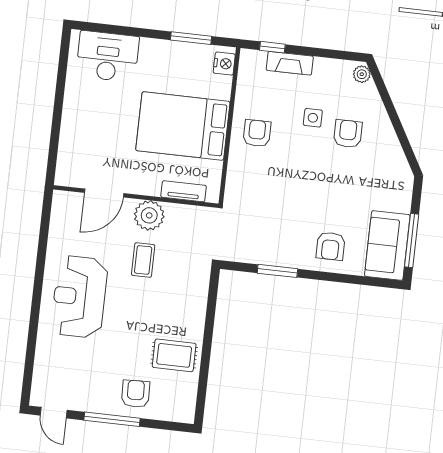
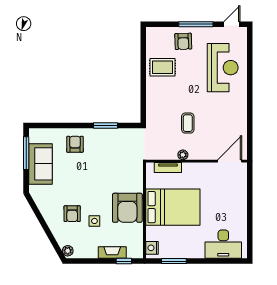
armchair: (257, 133) -> (127, 208), width x1.88, depth x1.88
door: (104, 193) -> (230, 161), moved
plant: (149, 215) -> (183, 155), width x0.53, depth x0.53
sofa: (387, 246) -> (41, 164), moved
reception desk: (79, 297) -> (223, 68), moved
door: (54, 413) -> (232, 24), hinge flipped

